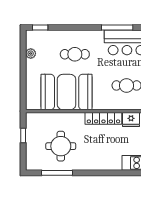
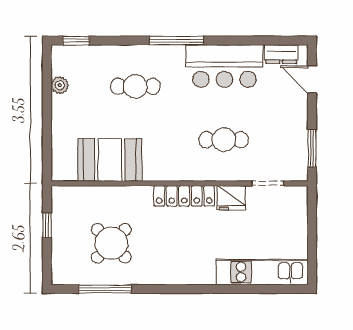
window: (117, 27) -> (176, 41), moved
booth: (67, 92) -> (110, 160), width x0.73, depth x0.70
round table: (61, 146) -> (111, 243), turned 45

